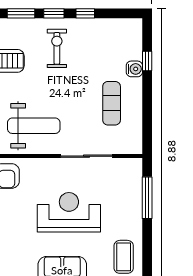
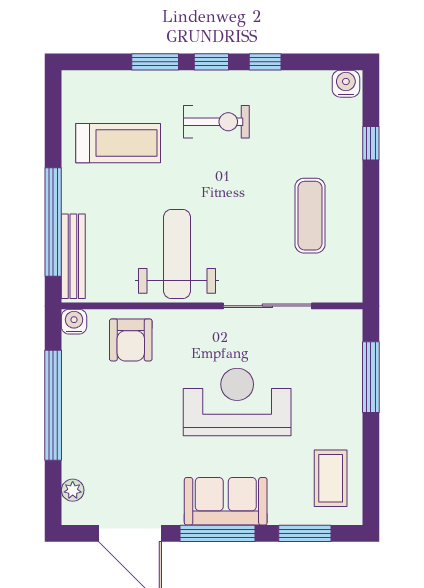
exercise bike: (57, 48) -> (216, 122), turned 90
water cooler: (134, 69) -> (346, 84), moved, turned -90
weight bench: (34, 126) -> (177, 254), turned -90

